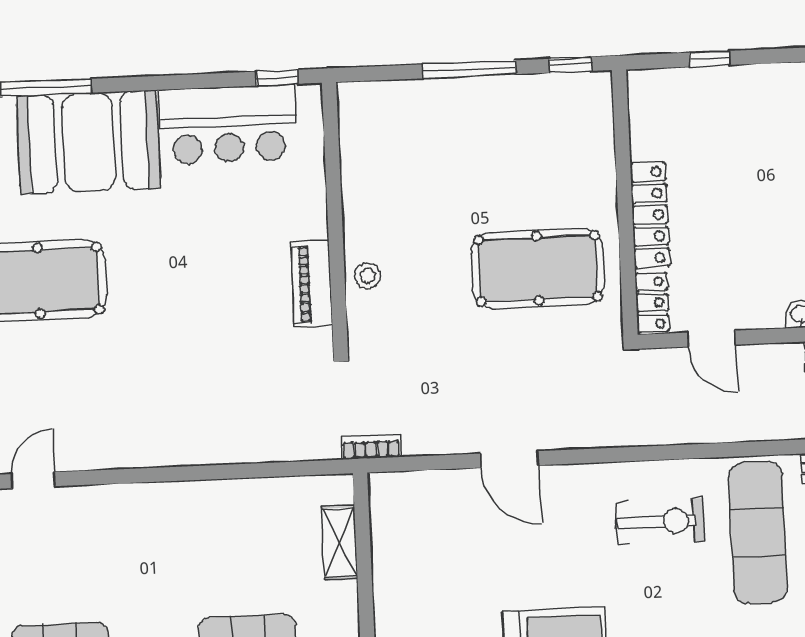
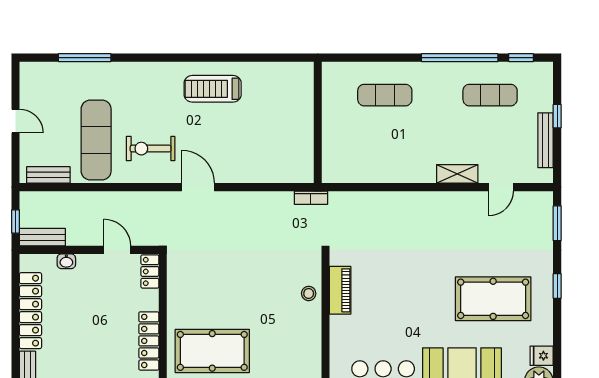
locker: (650, 215) -> (149, 341), moved
pool table: (538, 268) -> (212, 351), moved
door: (509, 459) -> (198, 187), moved
shelving: (339, 542) -> (457, 174), moved, turned 90

